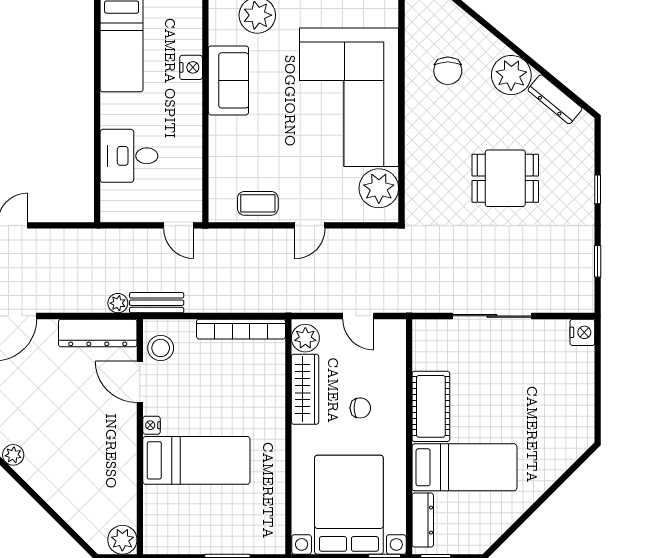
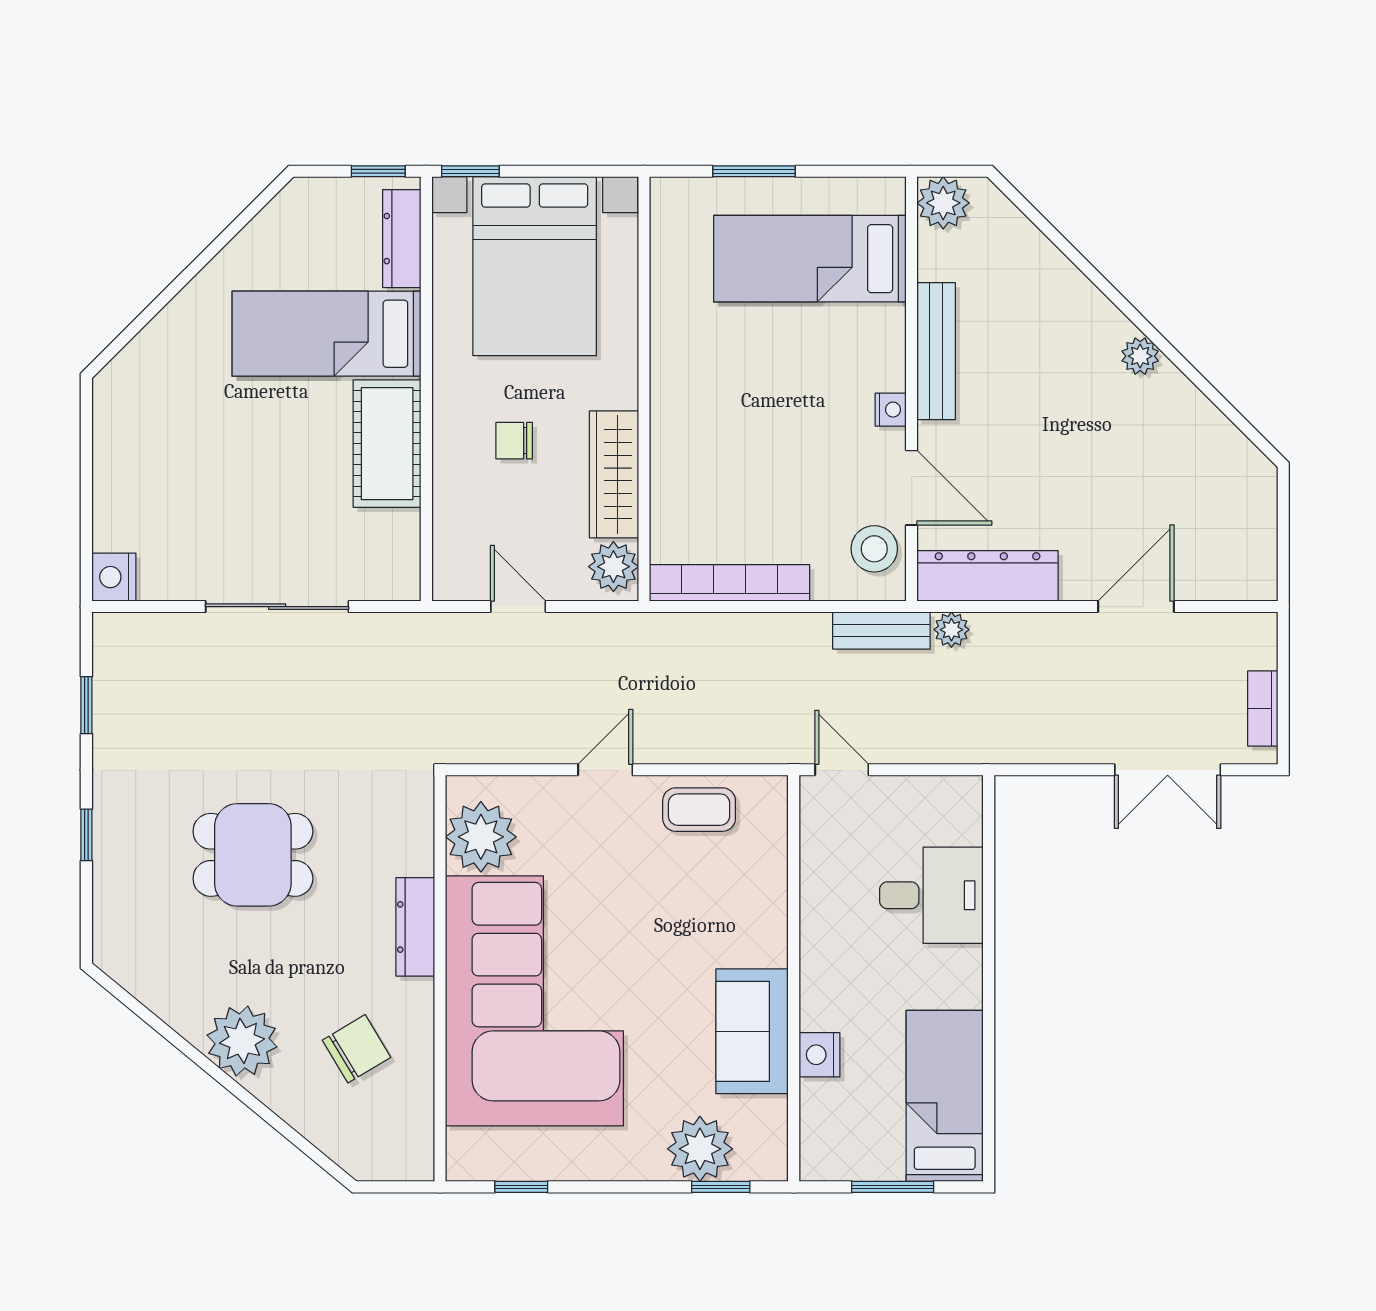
chair: (448, 71) -> (356, 1049), turned 59
dresser: (555, 99) -> (415, 927), moved, turned -129
bench: (126, 458) -> (936, 351), added
bed: (196, 460) -> (810, 259), moved

